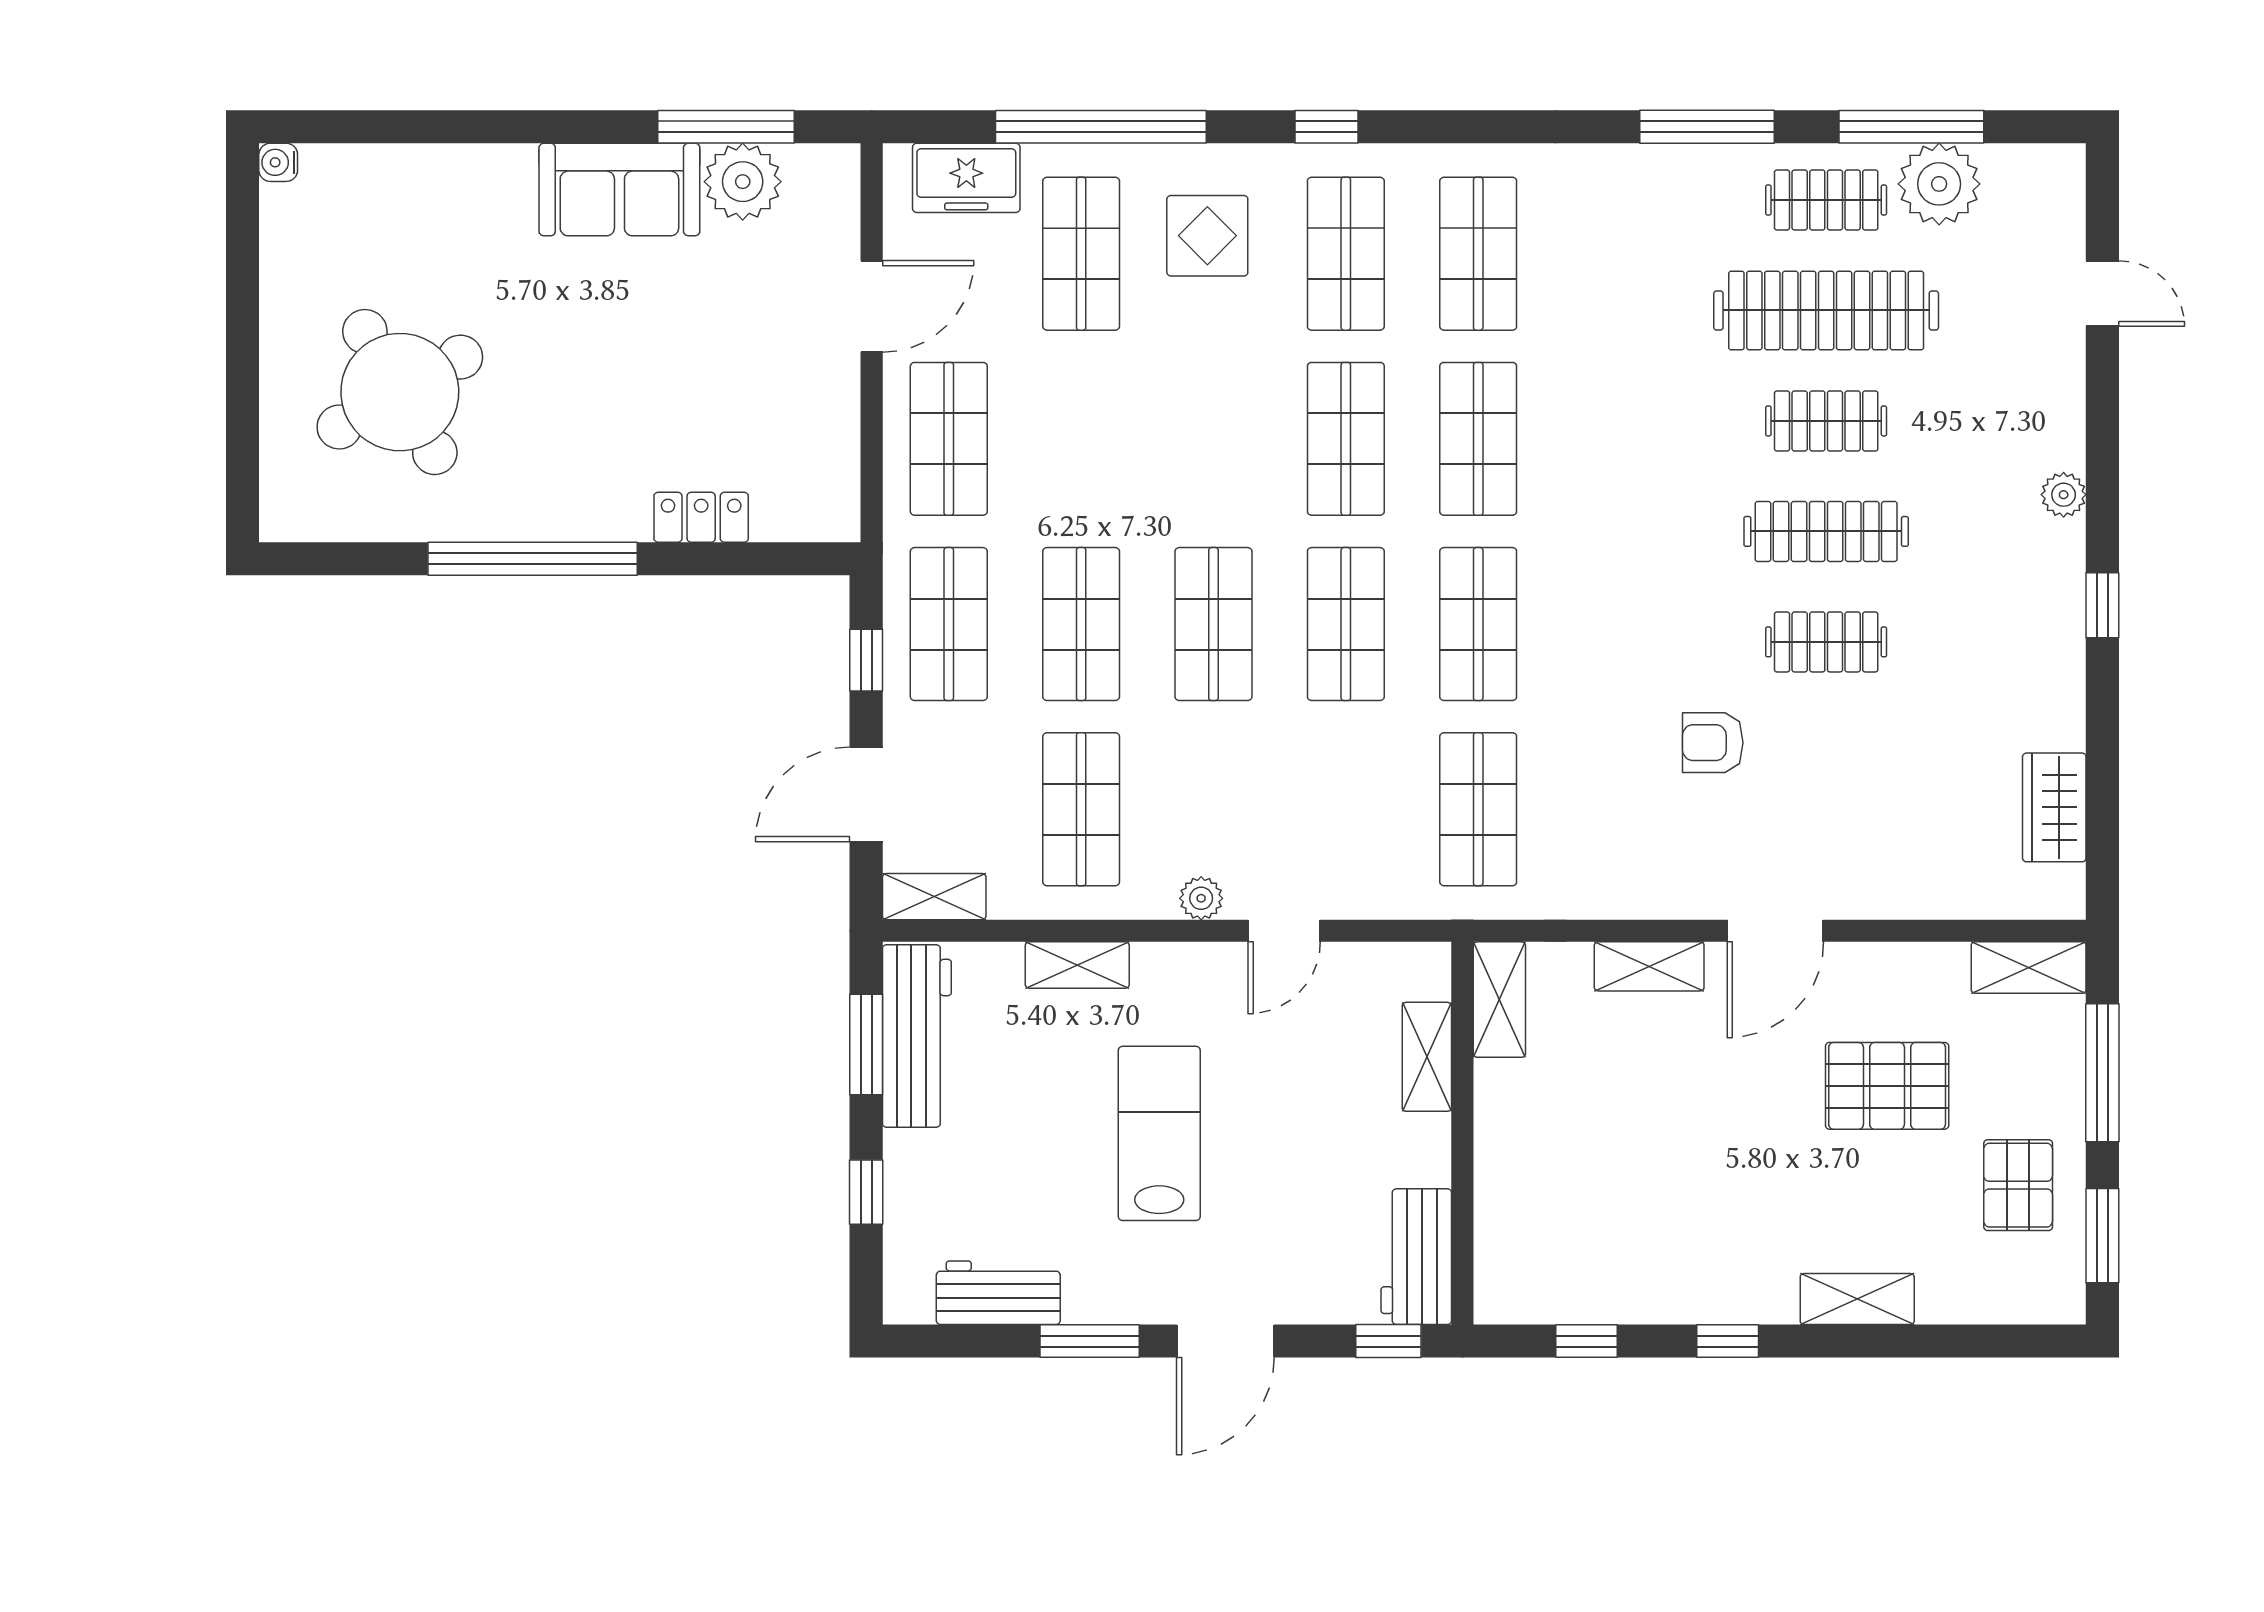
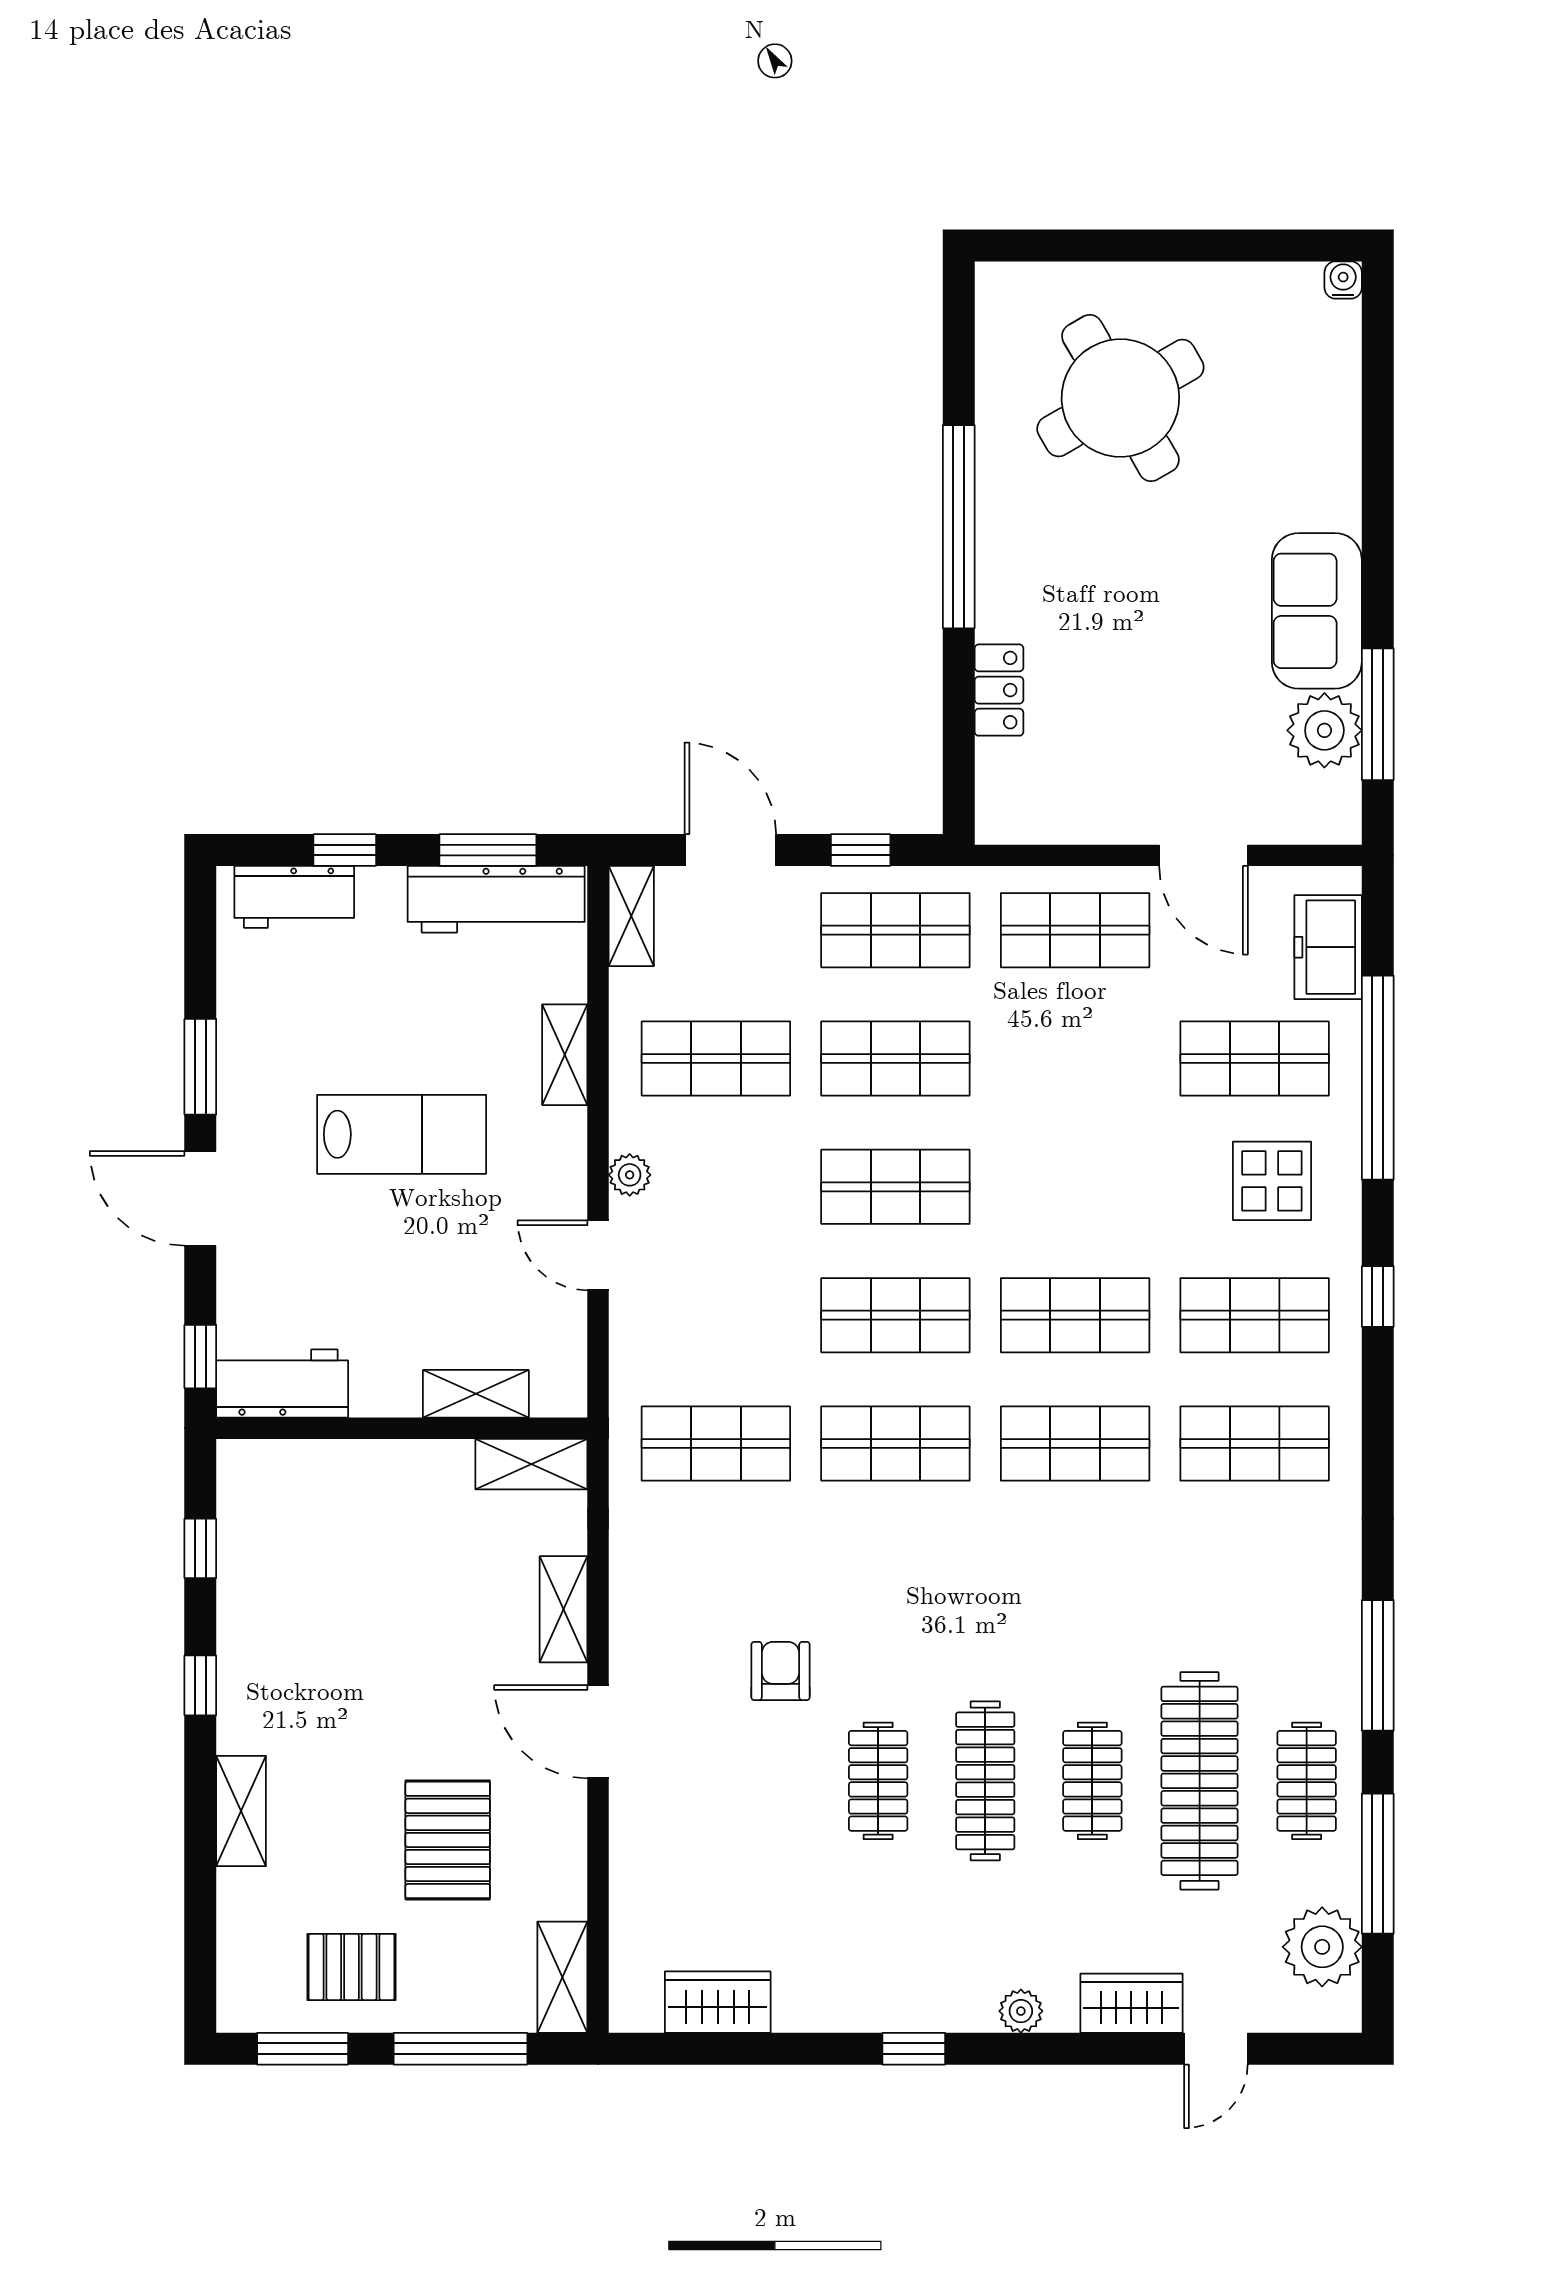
plant: (1939, 184) -> (1322, 1947), moved
wardrobe: (2055, 381) -> (1131, 2003), added
workbench: (998, 1293) -> (294, 897), moved, turned 90

